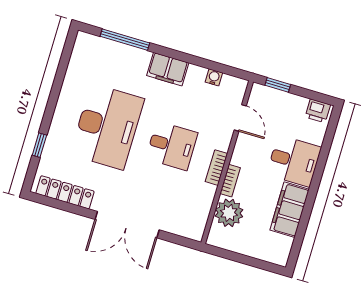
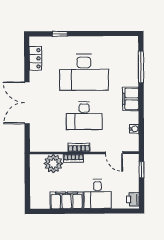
door: (240, 118) -> (114, 153), hinge flipped
desk: (172, 146) -> (84, 116), width x1.37
locker: (65, 192) -> (35, 58), width x0.66

